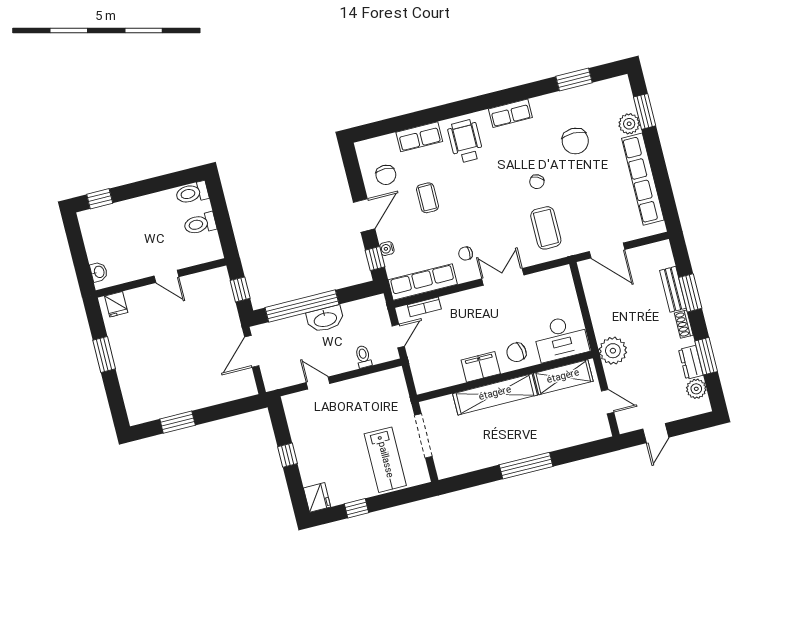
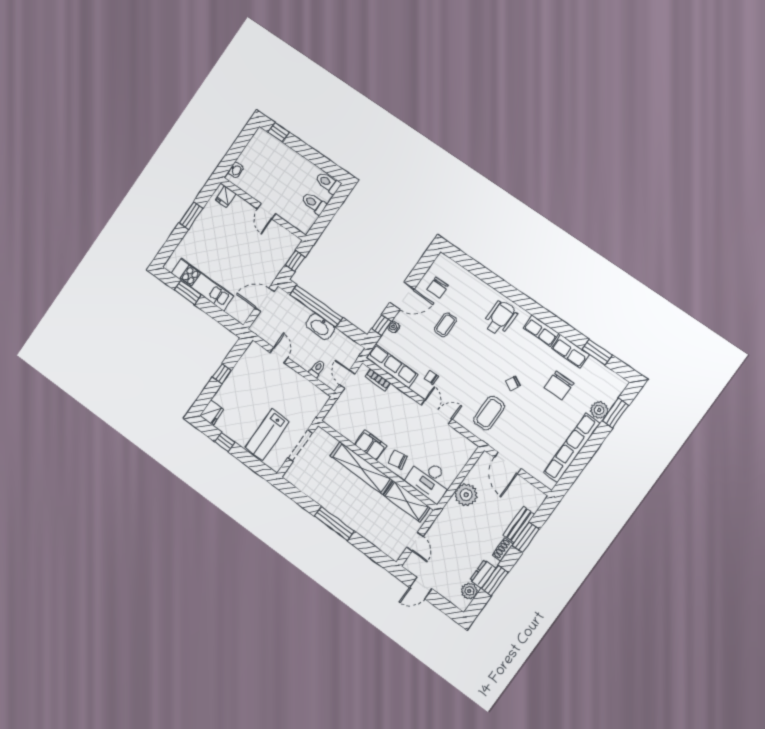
row of seats: (419, 137) -> (570, 351), moved
door: (398, 336) -> (347, 379), swing flipped
plant: (613, 351) -> (466, 495), moved
kitchen unit: (182, 401) -> (202, 284), added

